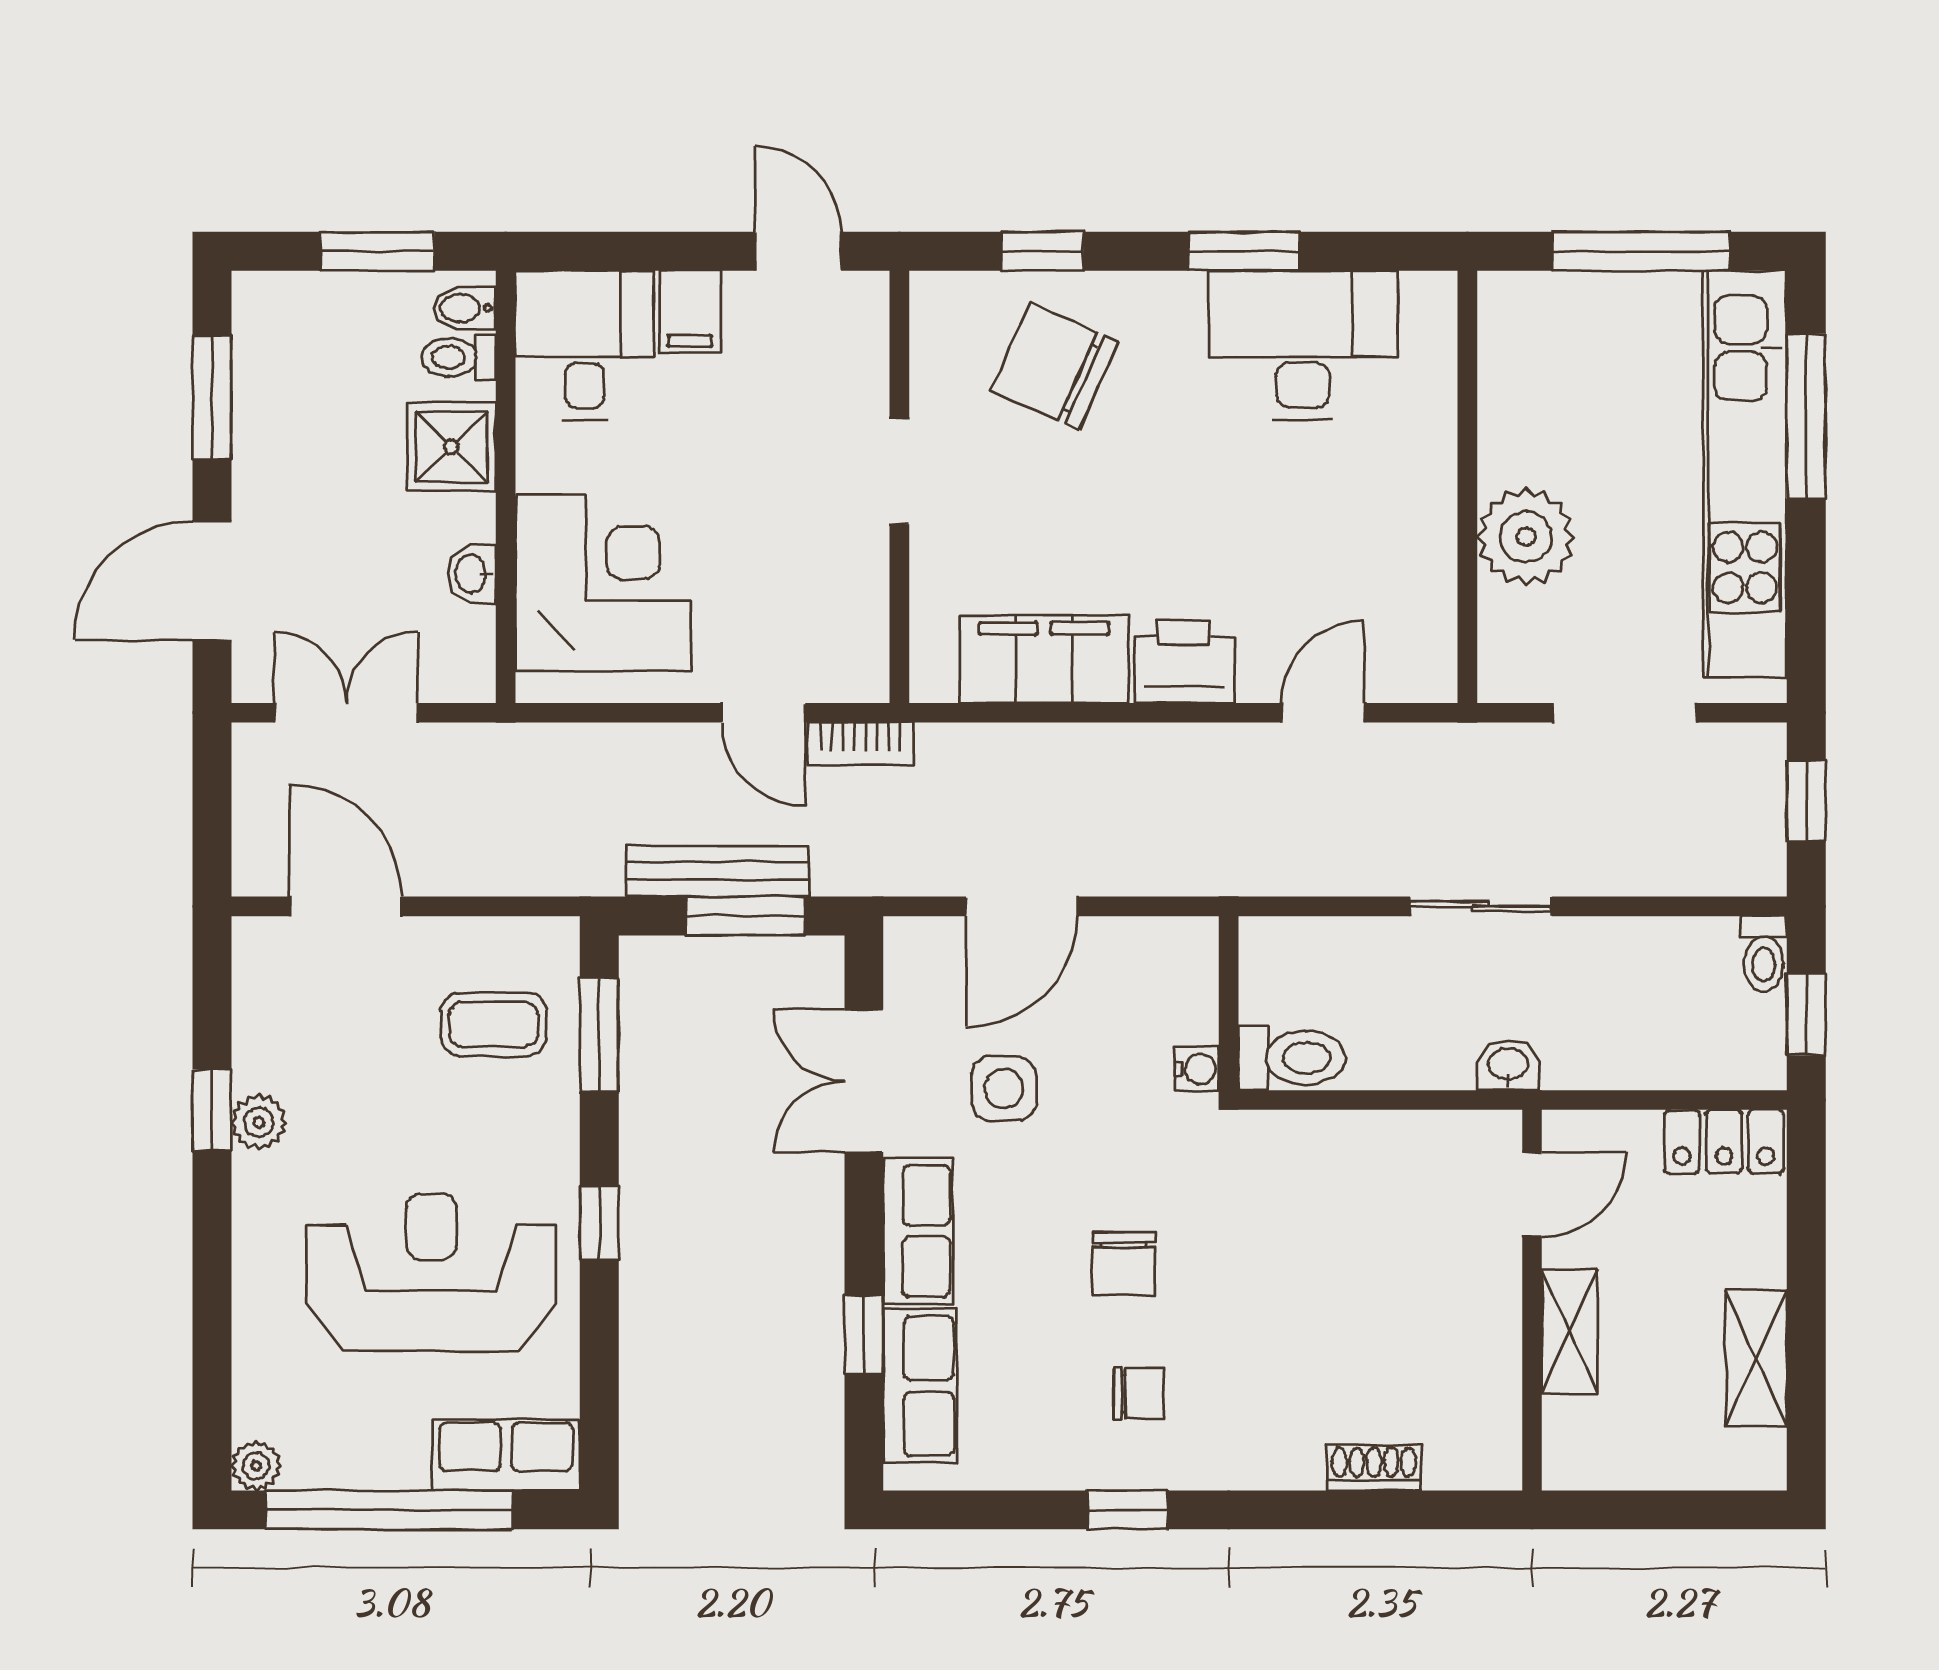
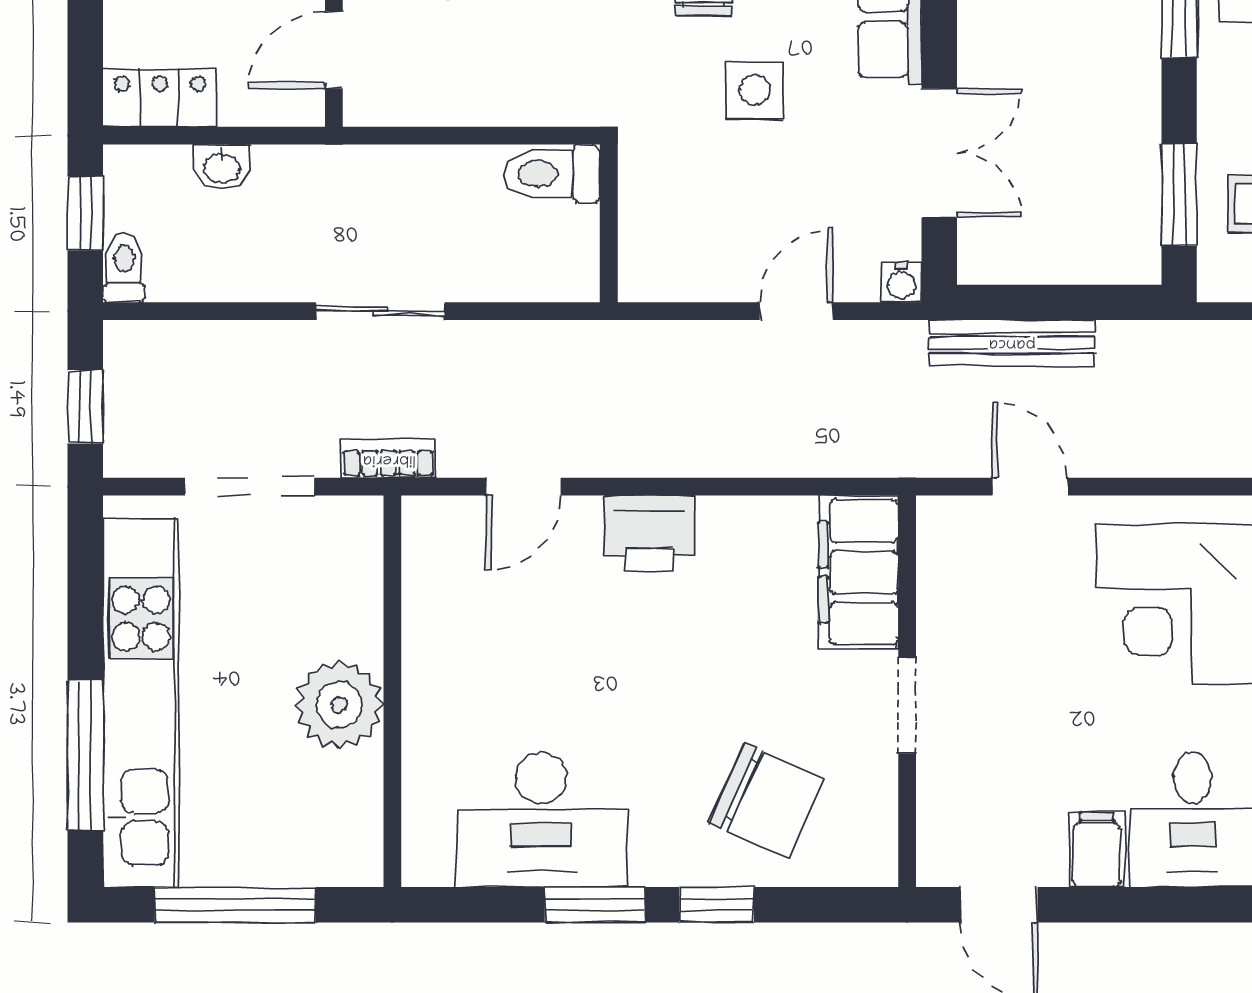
window: (1042, 251) -> (717, 905), moved
plant: (1526, 537) -> (339, 705), moved
filing cabinet: (1044, 659) -> (858, 572), moved, turned 90
bookcase: (860, 744) -> (389, 459), moved
bench: (718, 871) -> (1012, 343), moved
door: (1022, 906) -> (796, 311), width x0.73
window: (746, 916) -> (1046, 302), removed
washbasin: (1508, 1065) -> (222, 167), moved
water cooler: (1197, 1069) -> (902, 282), moved, turned -90
side table: (1004, 1089) -> (754, 90), moved

